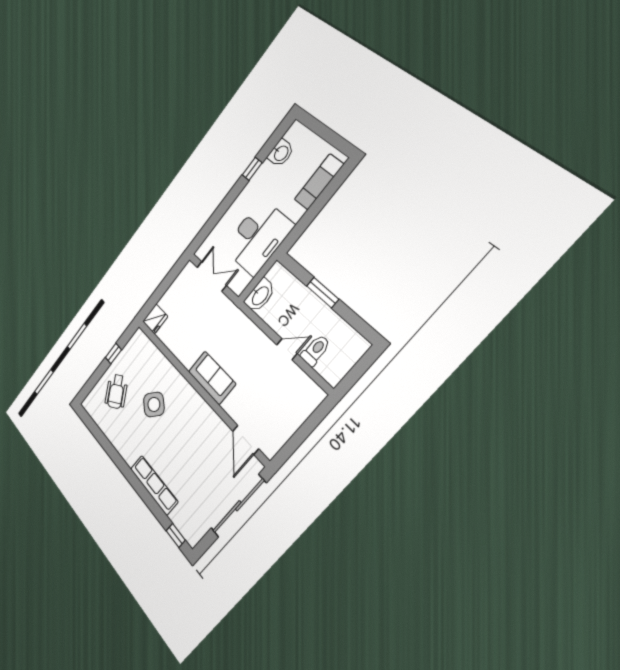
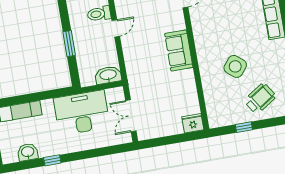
door: (287, 349) -> (116, 28), swing flipped

